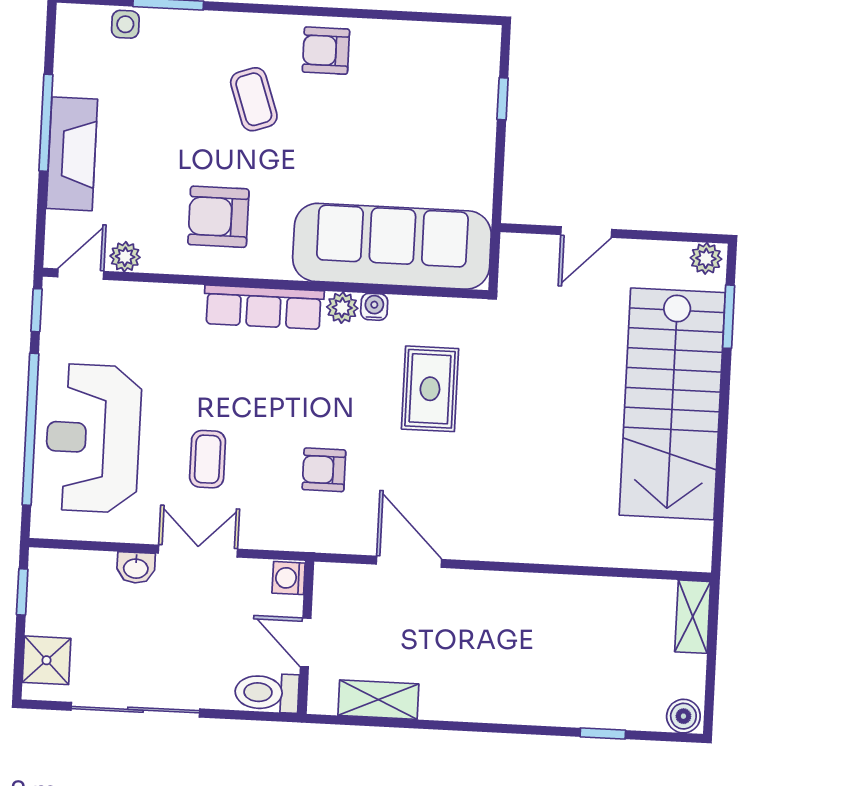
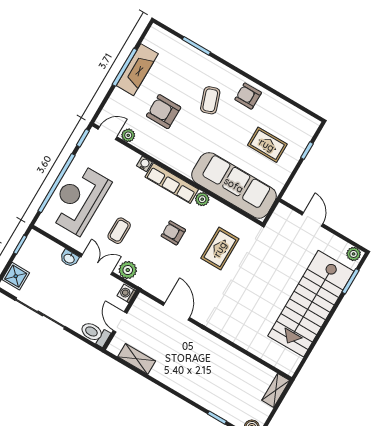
side table: (125, 24) -> (176, 45), removed
rug: (416, 129) -> (267, 145), added
fireplace: (72, 154) -> (137, 70), moved
armchair: (218, 217) -> (164, 112), moved
door: (586, 232) -> (312, 219), swing flipped
water cooler: (374, 307) -> (144, 164), moved
armchair: (324, 470) -> (173, 233), moved
plant: (267, 530) -> (128, 270), added

